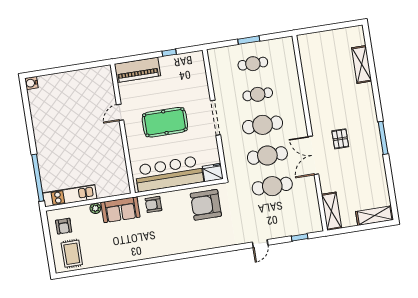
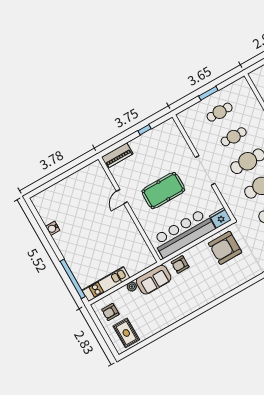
piano: (137, 70) -> (117, 155), width x0.73, depth x0.75
water cooler: (31, 83) -> (53, 228), moved
armchair: (64, 226) -> (110, 312), turned 90

